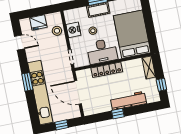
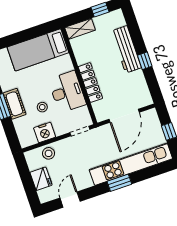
bed: (132, 34) -> (38, 50), width x0.67

